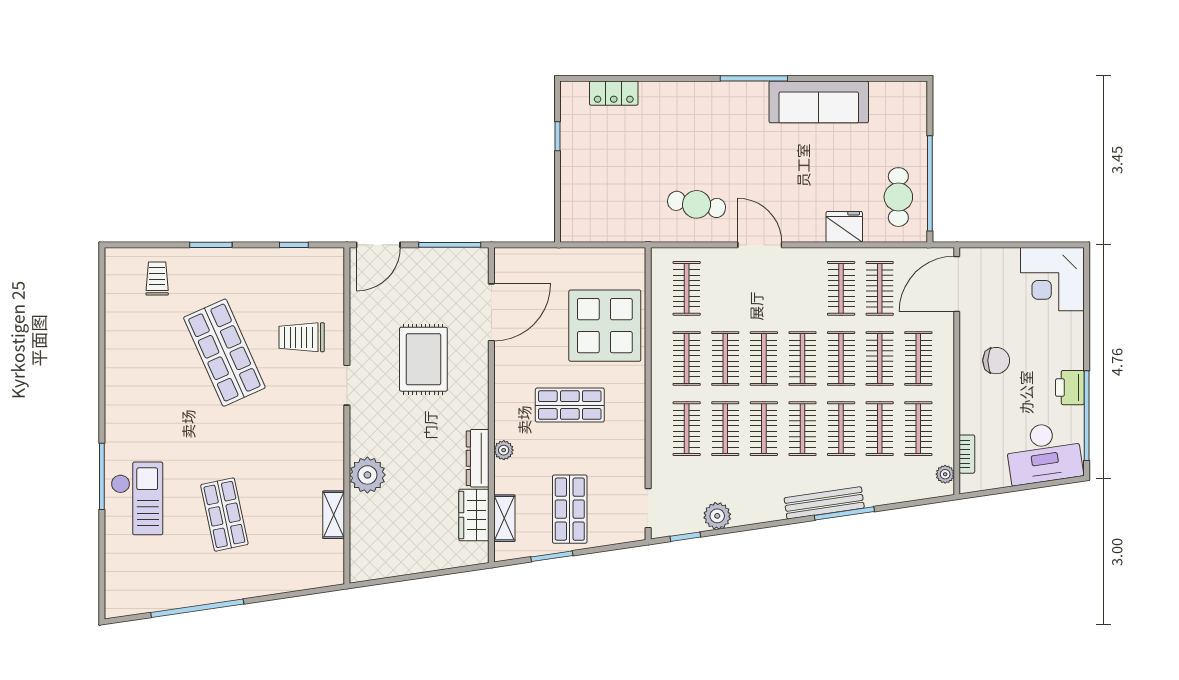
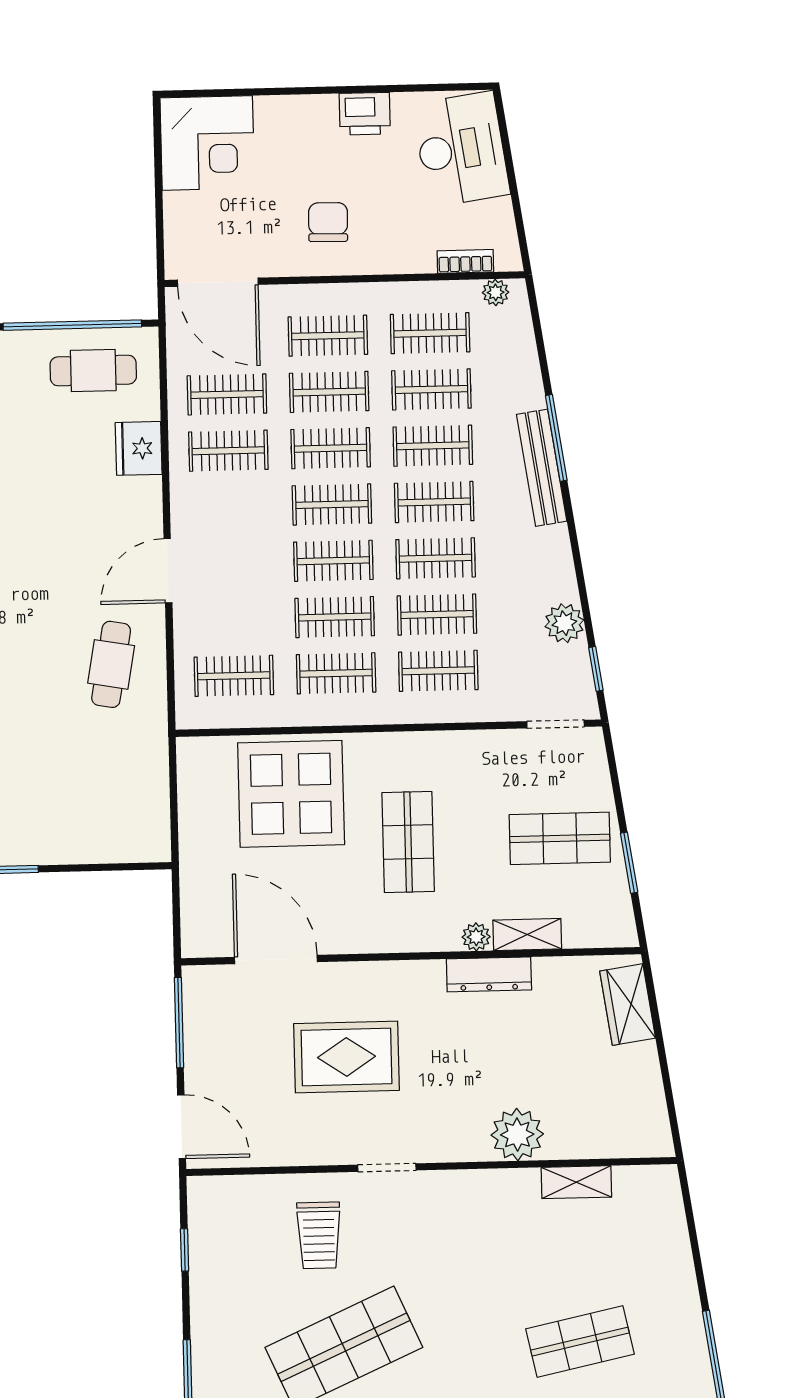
window: (1087, 416) -> (405, 88), removed
wardrobe: (474, 515) -> (628, 1005), moved, turned 82
shelving: (504, 518) -> (527, 935), moved

